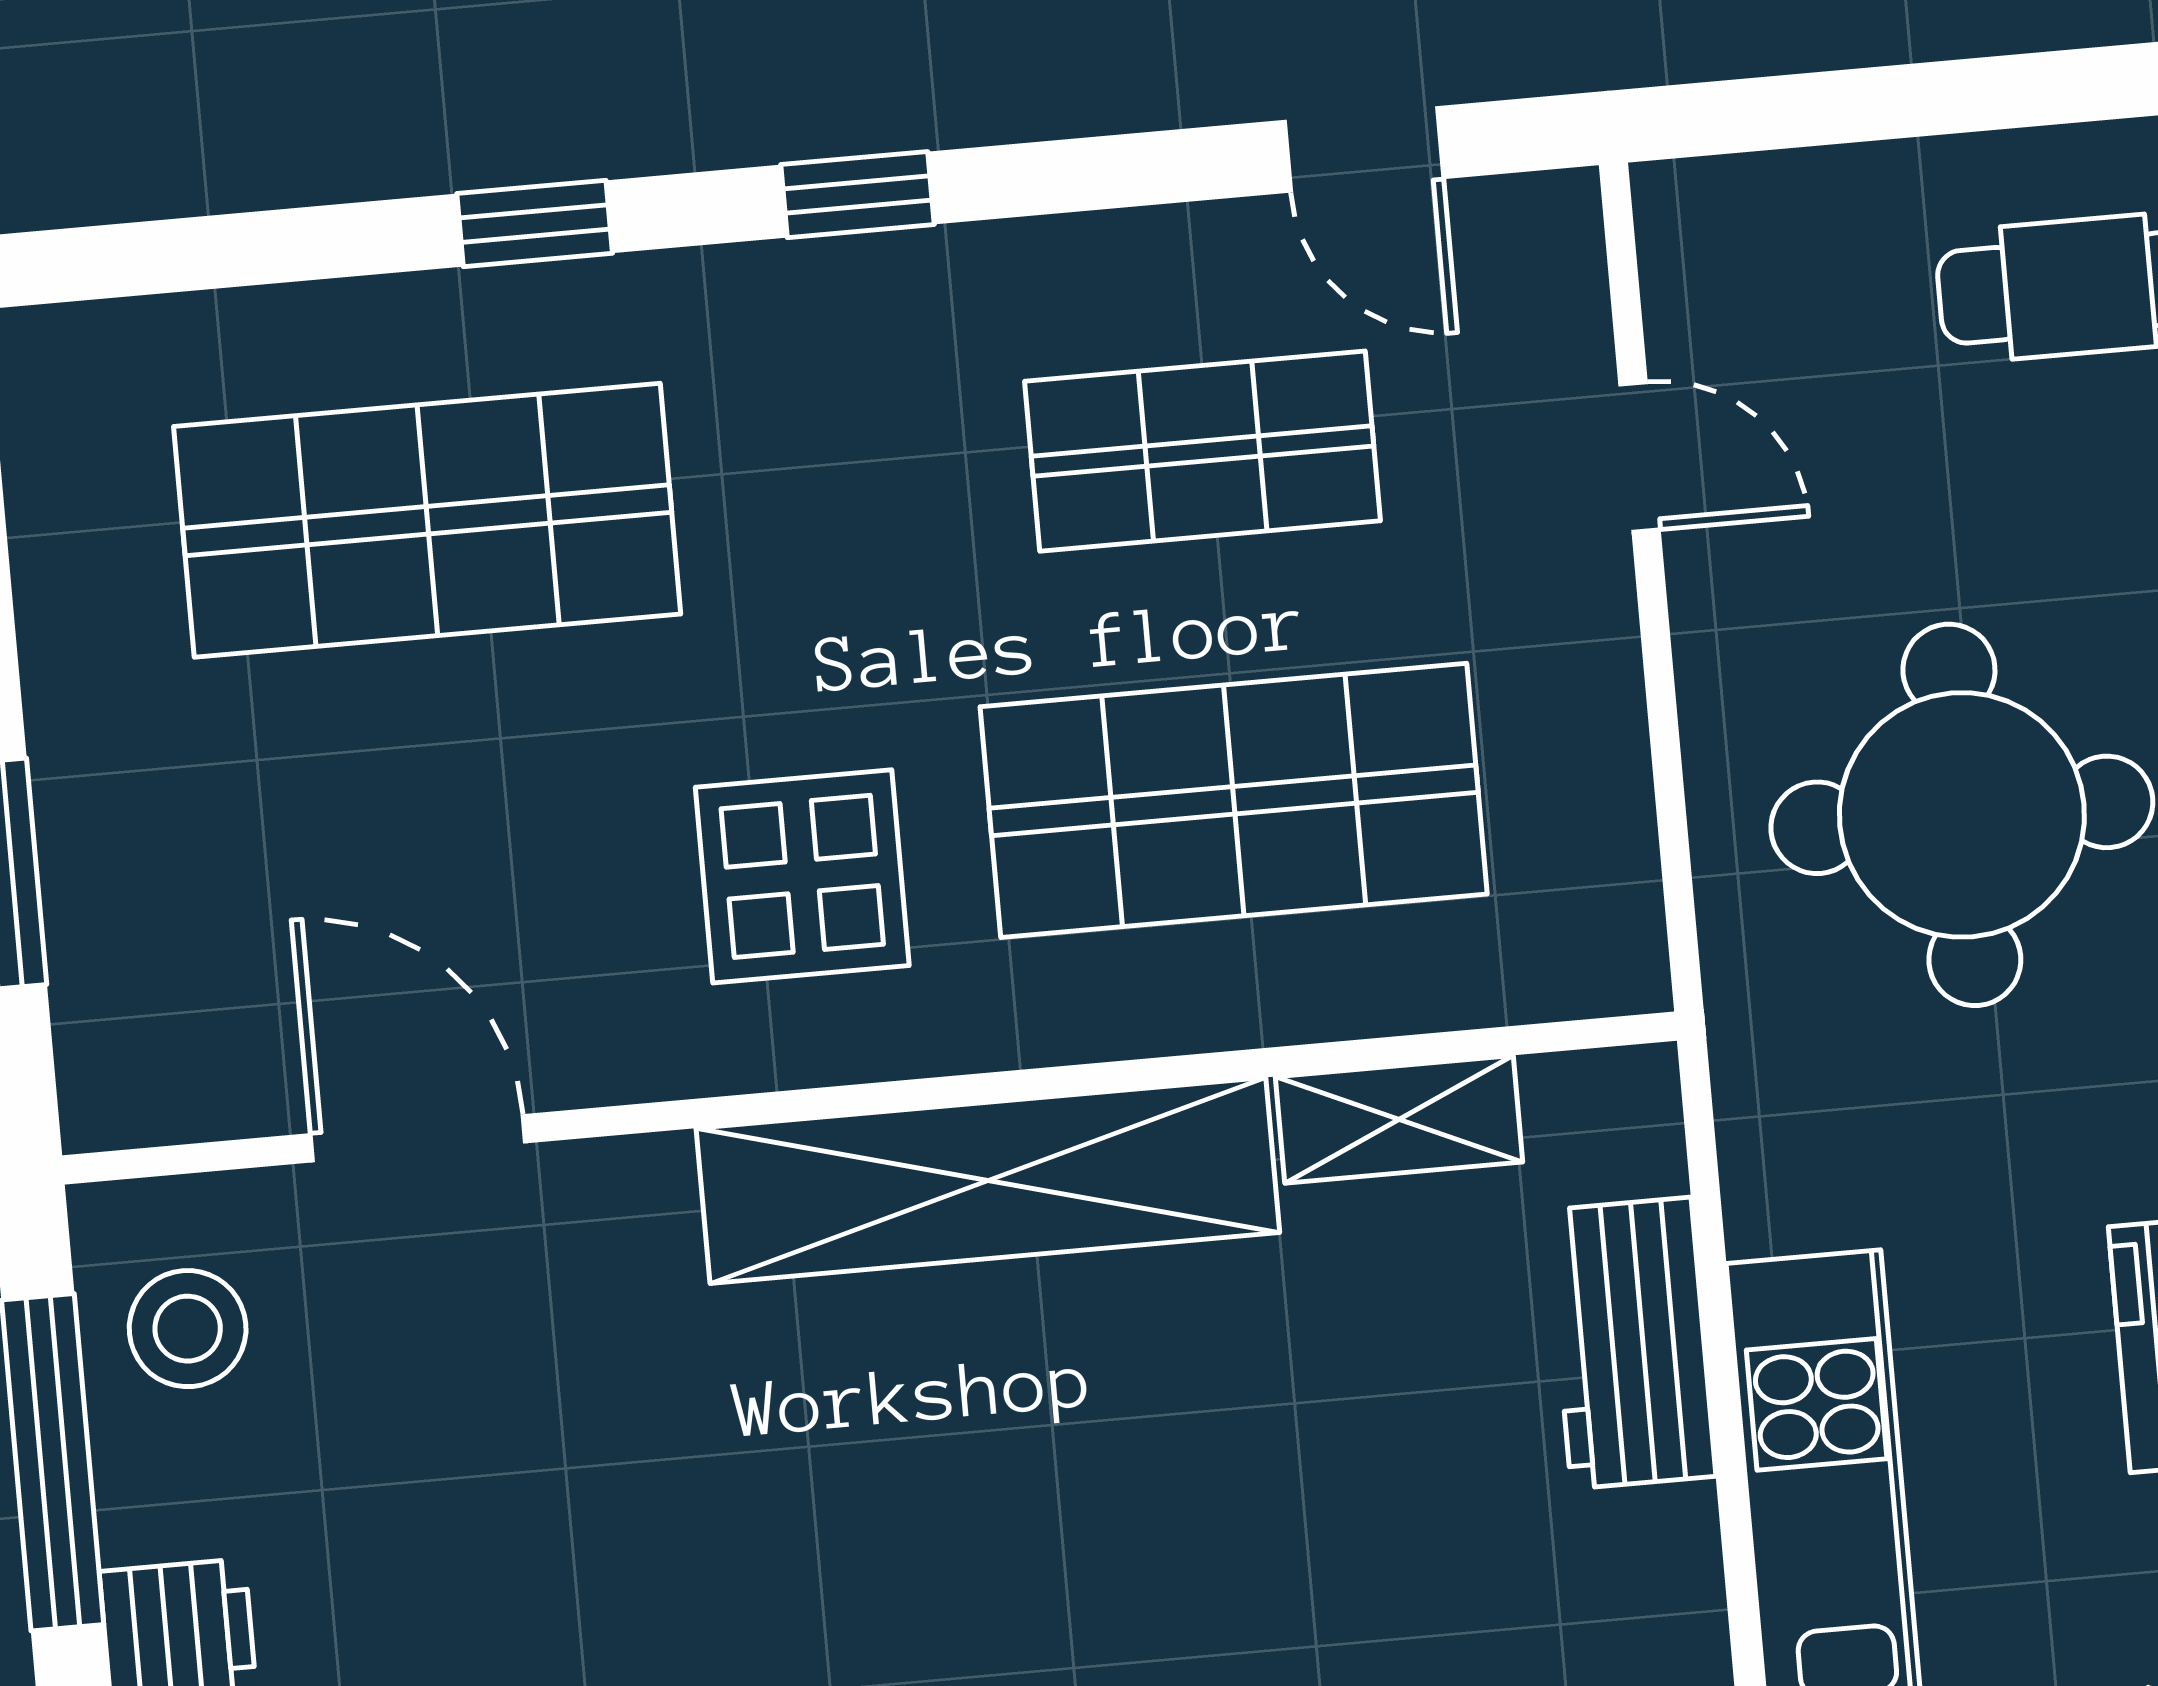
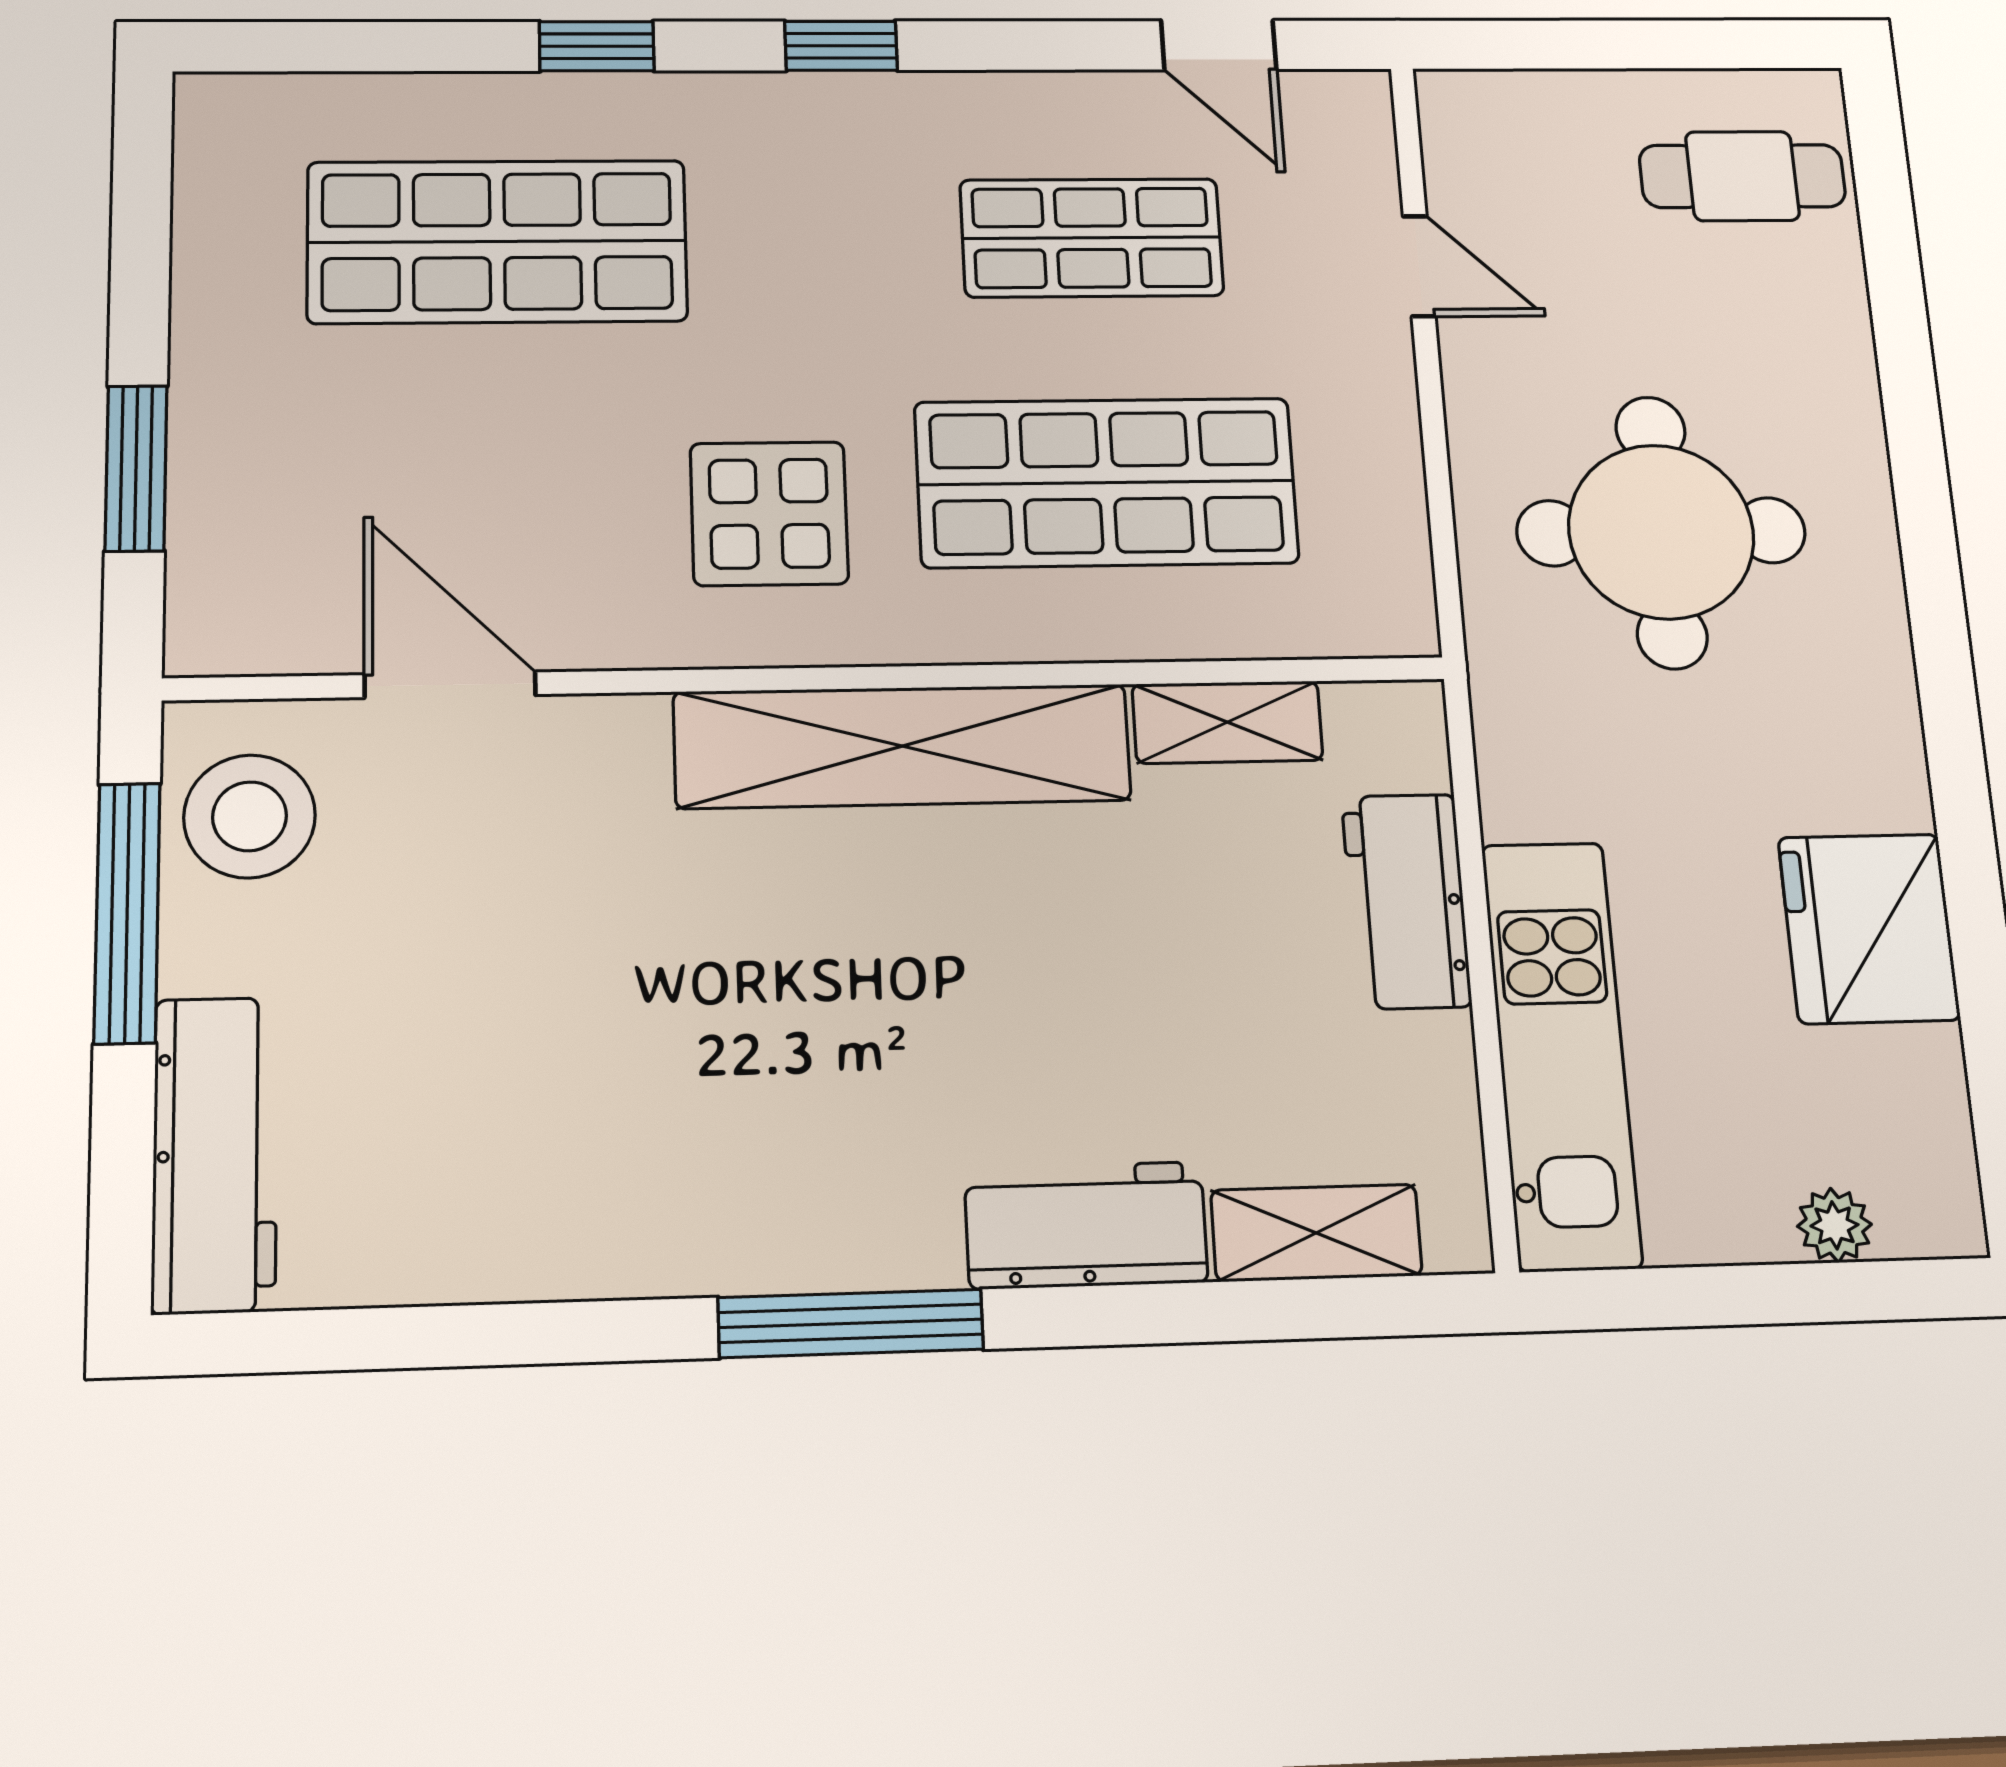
stool: (188, 1329) -> (249, 816), width x1.38, depth x1.38

